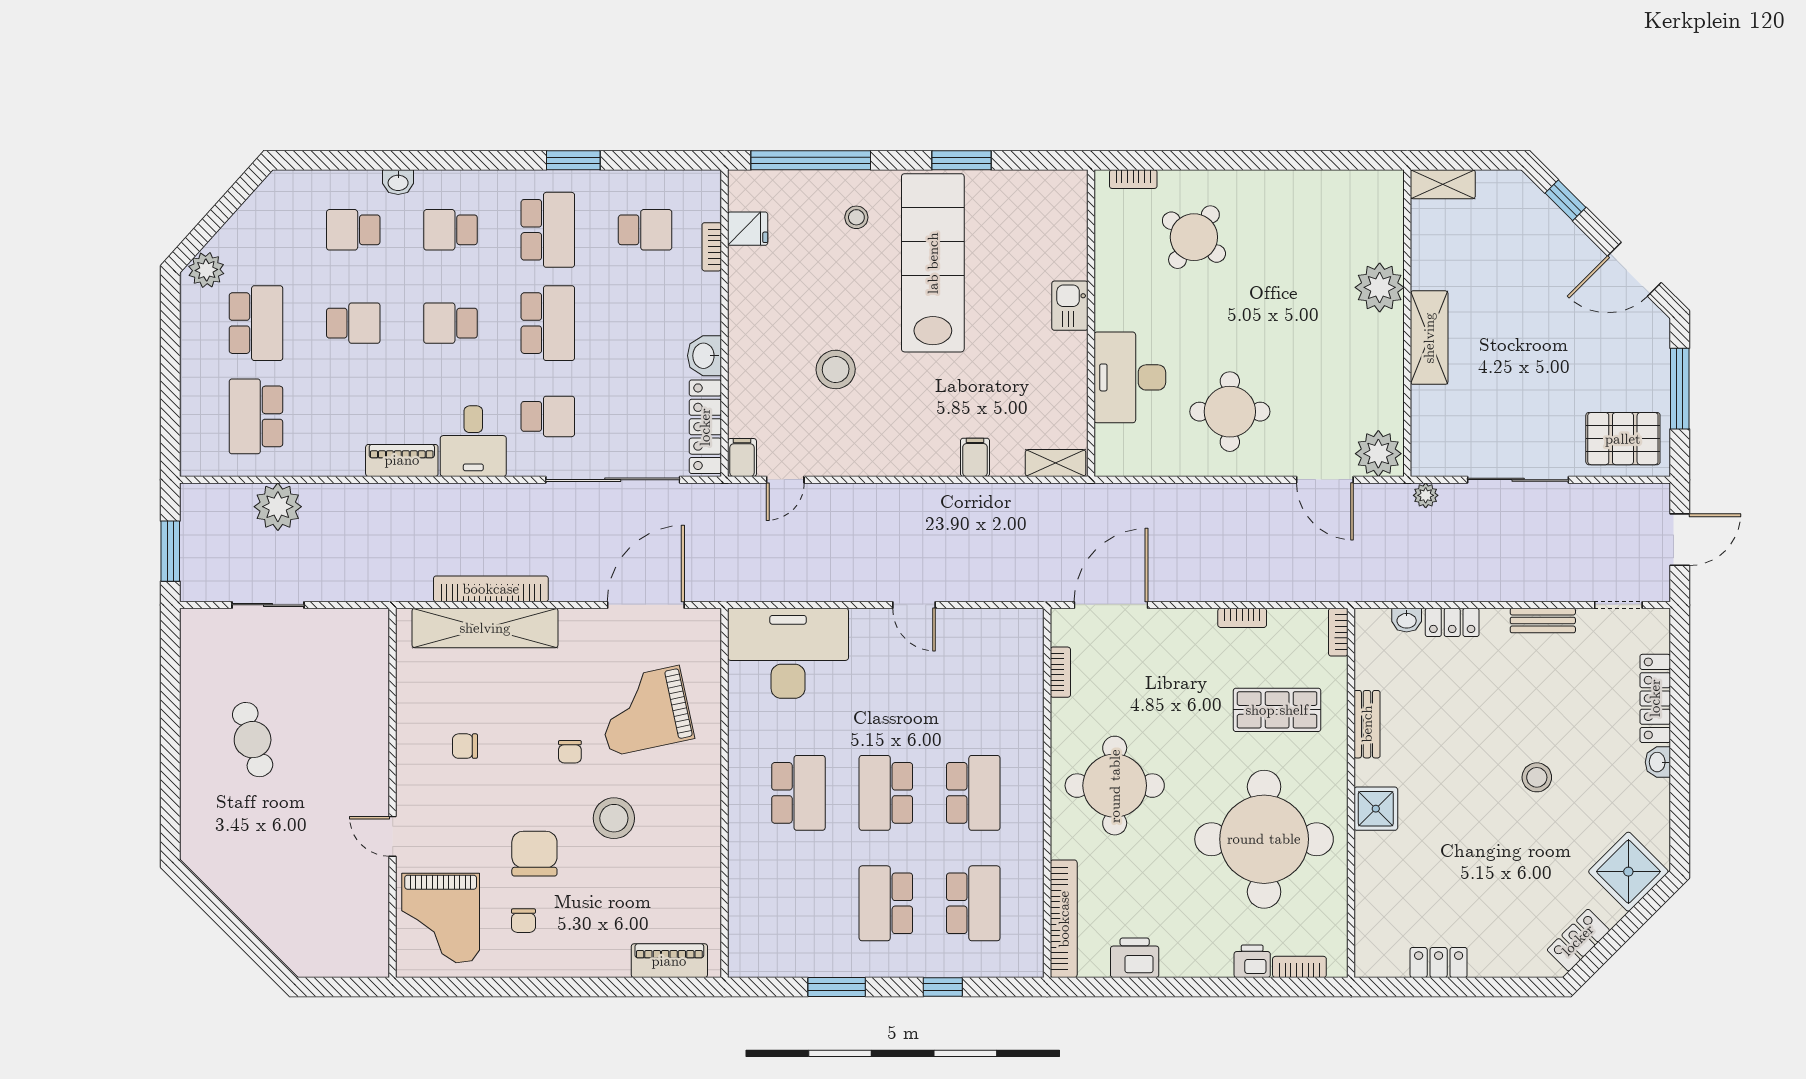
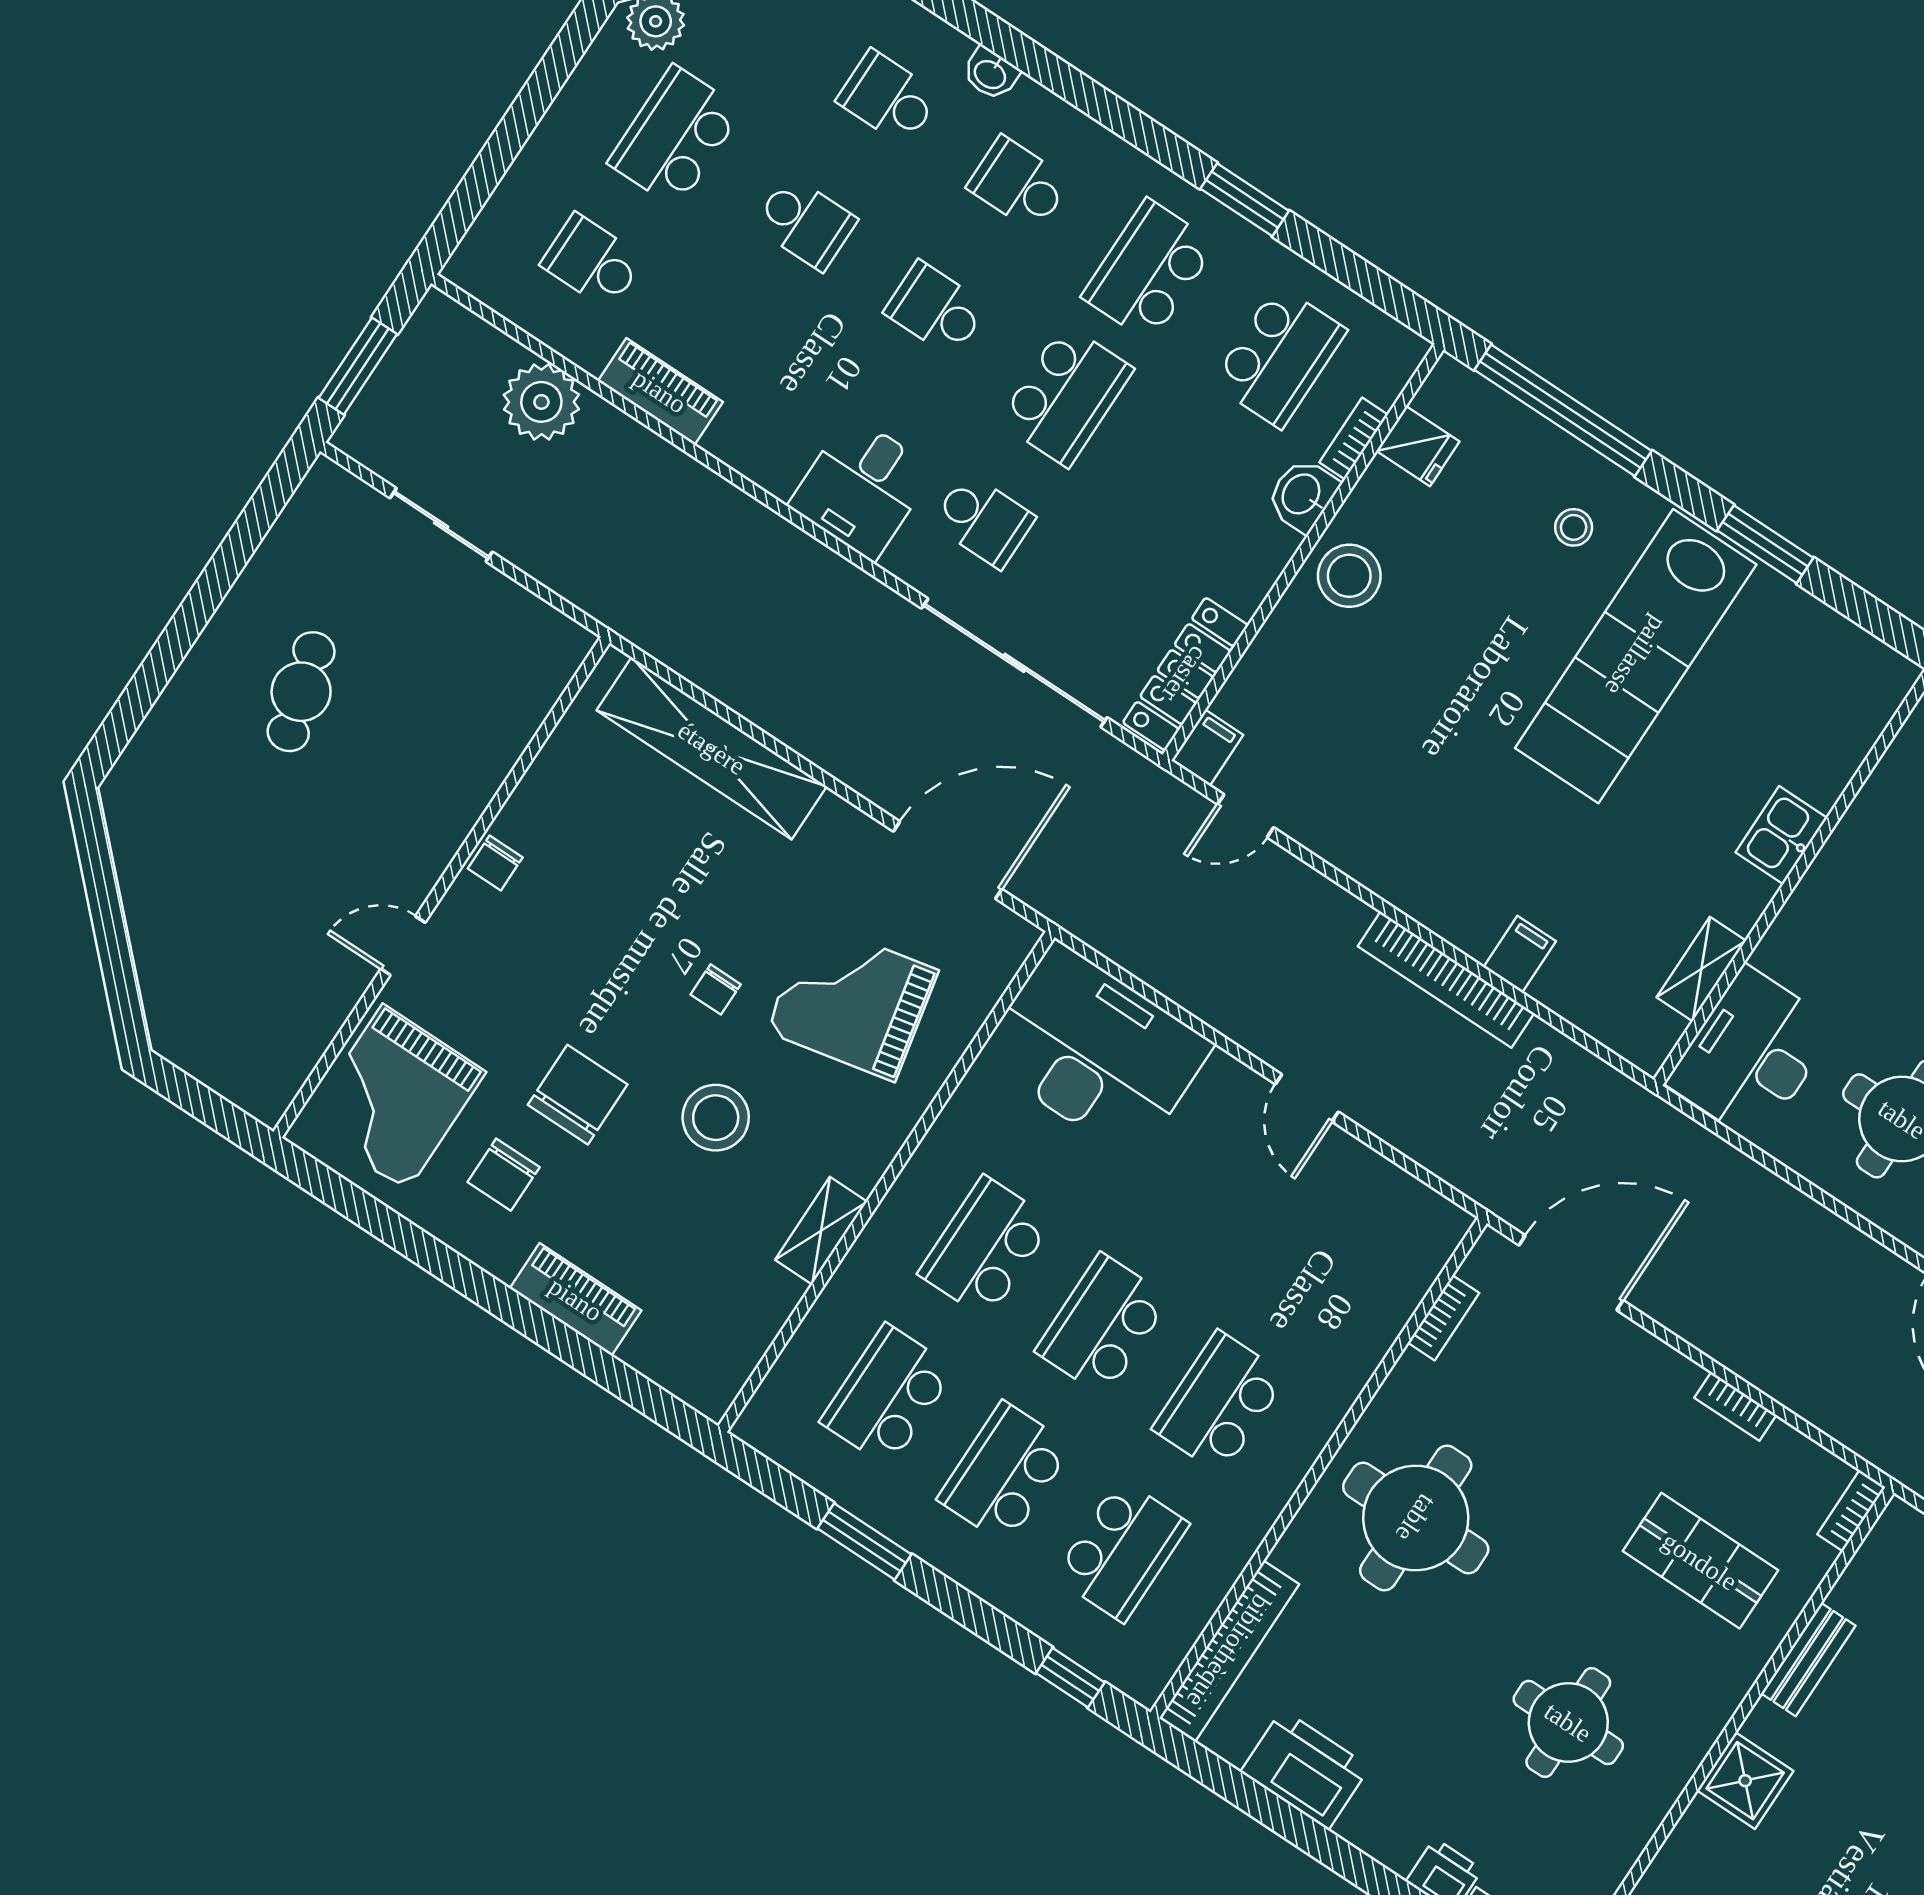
school desk: (548, 230) -> (1149, 270), turned 180
school desk: (645, 230) -> (1279, 357), width x1.85
lab bench: (933, 263) -> (1636, 656), turned 180
school desk: (256, 323) -> (675, 137), turned 180
washbasin: (704, 356) -> (1302, 495), moved
stool: (836, 369) -> (1349, 576), moved
desk: (1130, 377) -> (1752, 1055), moved
school desk: (256, 416) -> (592, 262), width x0.54
piano: (402, 460) -> (660, 391), moved
shelving: (1056, 463) -> (1701, 969), moved, turned 90
bookcase: (491, 589) -> (1446, 980), moved, turned 180
chair: (465, 746) -> (495, 863), moved, turned -90
school desk: (798, 793) -> (985, 1247), turned 180
school desk: (973, 793) -> (1220, 1402), turned 180
door: (393, 836) -> (403, 946), hinge flipped
round table: (1264, 839) -> (1568, 1722), width x0.54, depth x0.54
shelving: (707, 841) -> (821, 1231), added
school desk: (798, 903) -> (887, 1395), added
chair: (523, 921) -> (504, 1175), width x1.37, depth x1.37
printer: (1135, 958) -> (1305, 1769), width x1.37, depth x1.19
piano: (669, 961) -> (576, 1299), moved
window: (943, 987) -> (1070, 1678), moved

